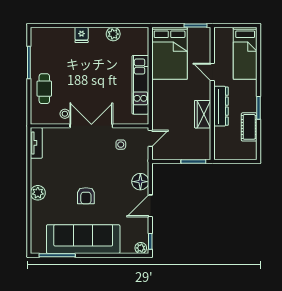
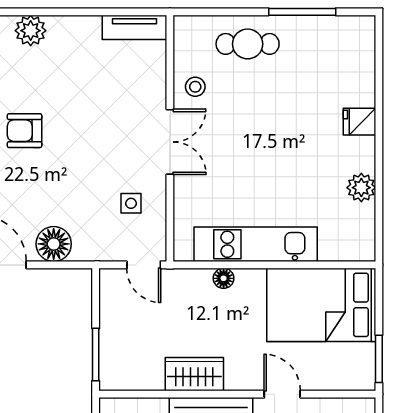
door: (212, 72) -> (282, 394), hinge flipped
floor lamp: (157, 100) -> (224, 278), added
double door: (91, 126) -> (170, 142), width x0.73

